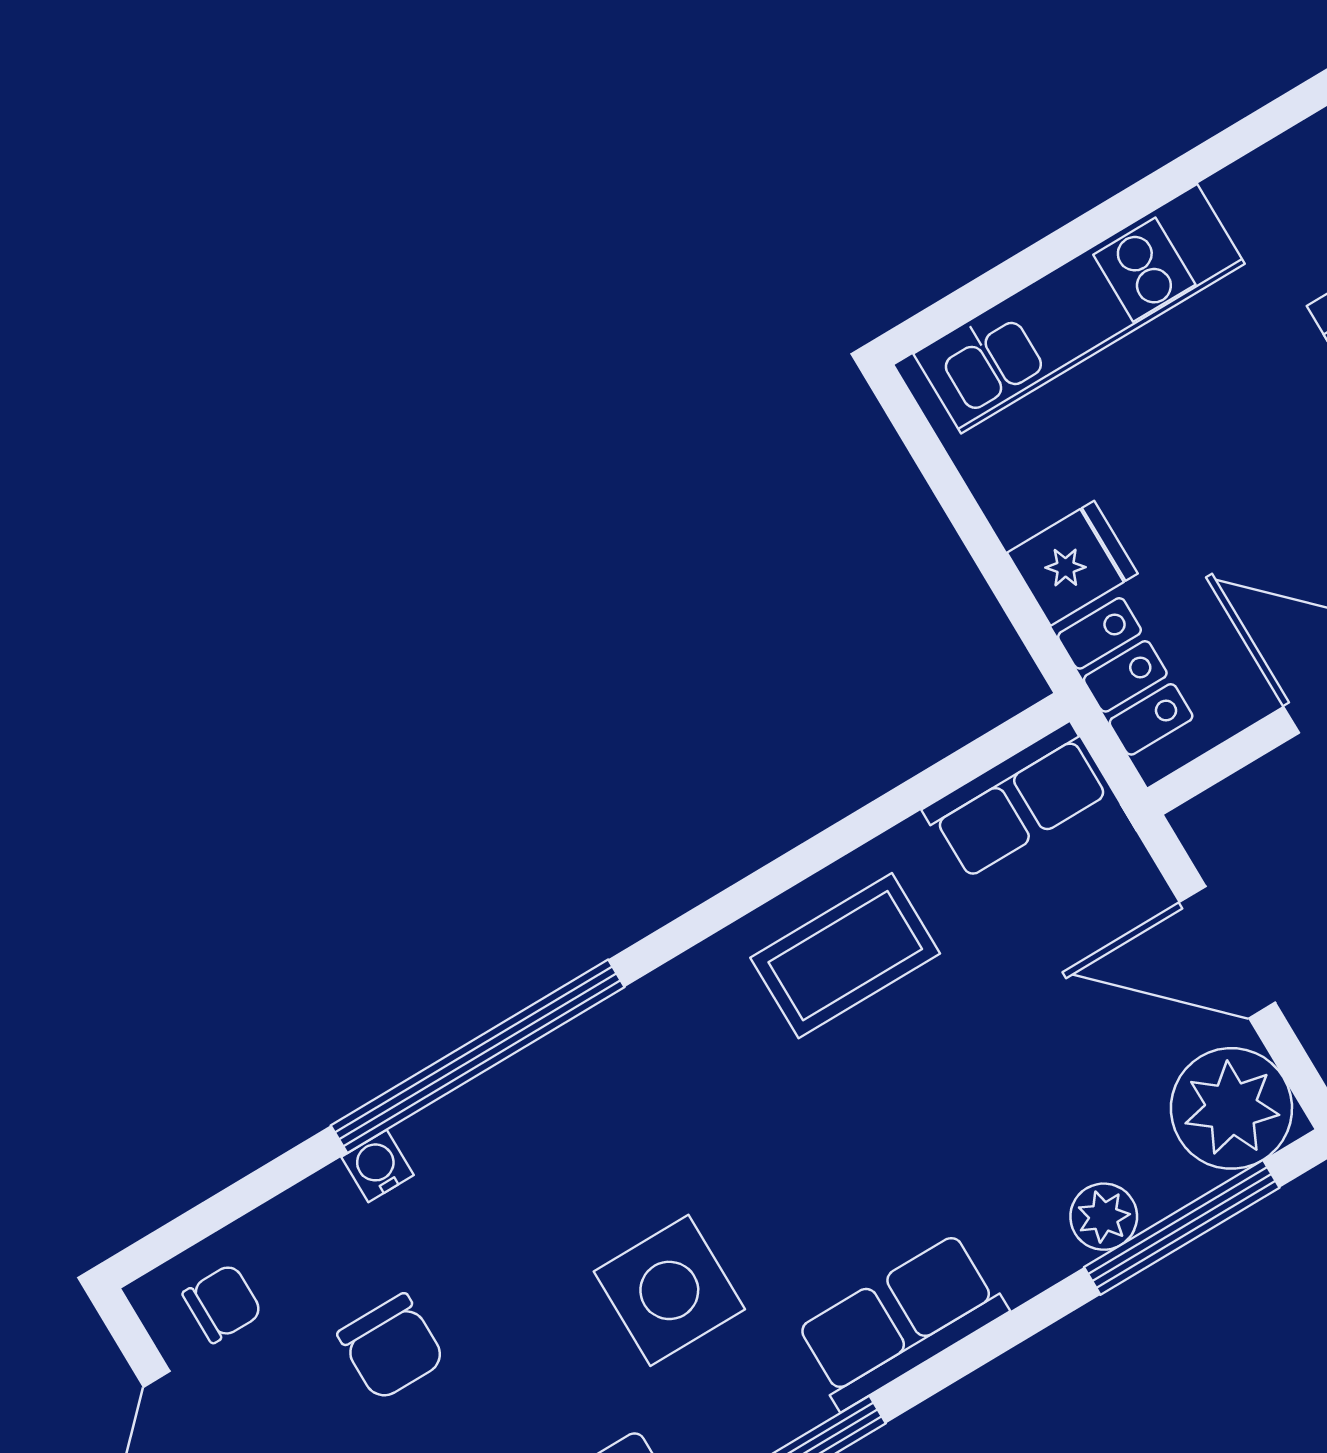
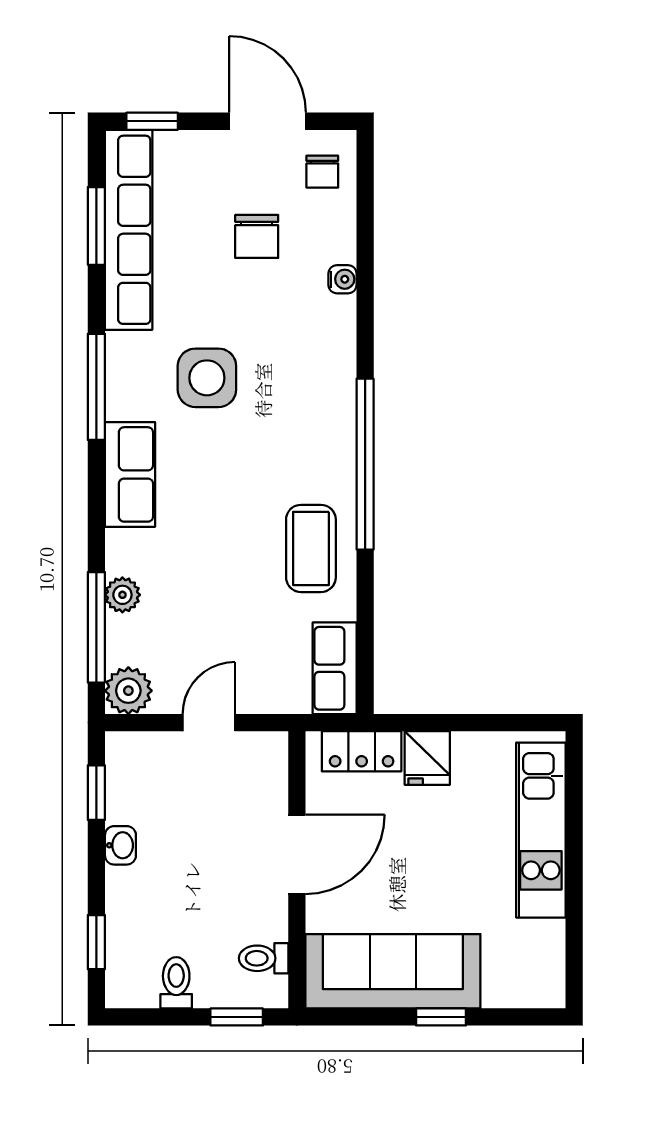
door: (1227, 952) -> (209, 723), width x0.73
window: (478, 1056) -> (365, 464), moved
plant: (1231, 1108) -> (128, 691), width x0.73, depth x0.73
chair: (391, 1347) -> (257, 236), turned -90

